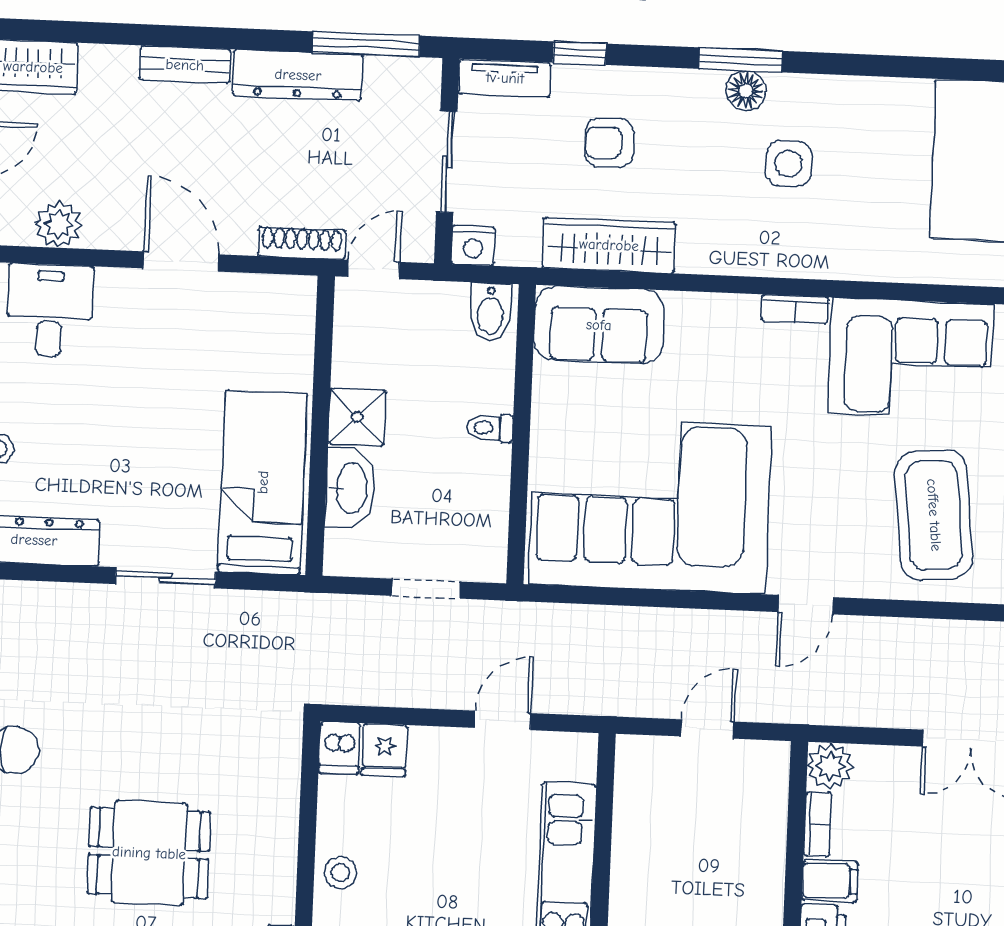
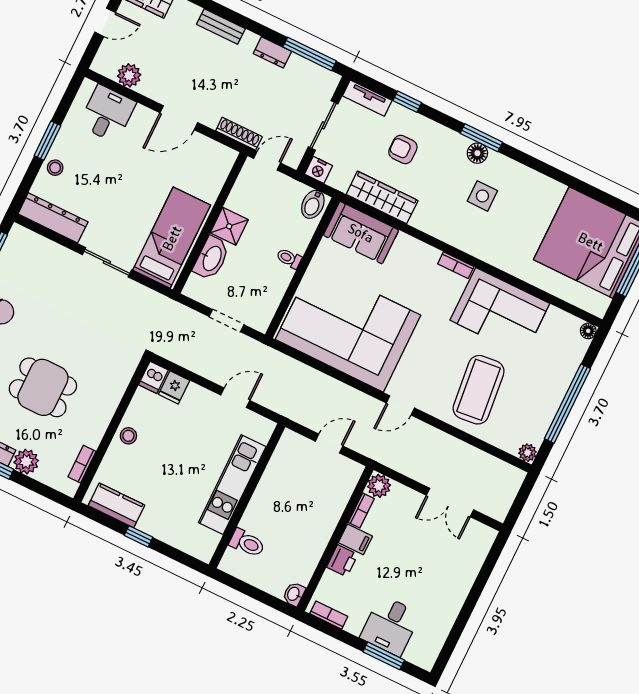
dresser: (298, 75) -> (272, 52), width x0.51, depth x0.80
door: (181, 261) -> (179, 118), swing flipped

